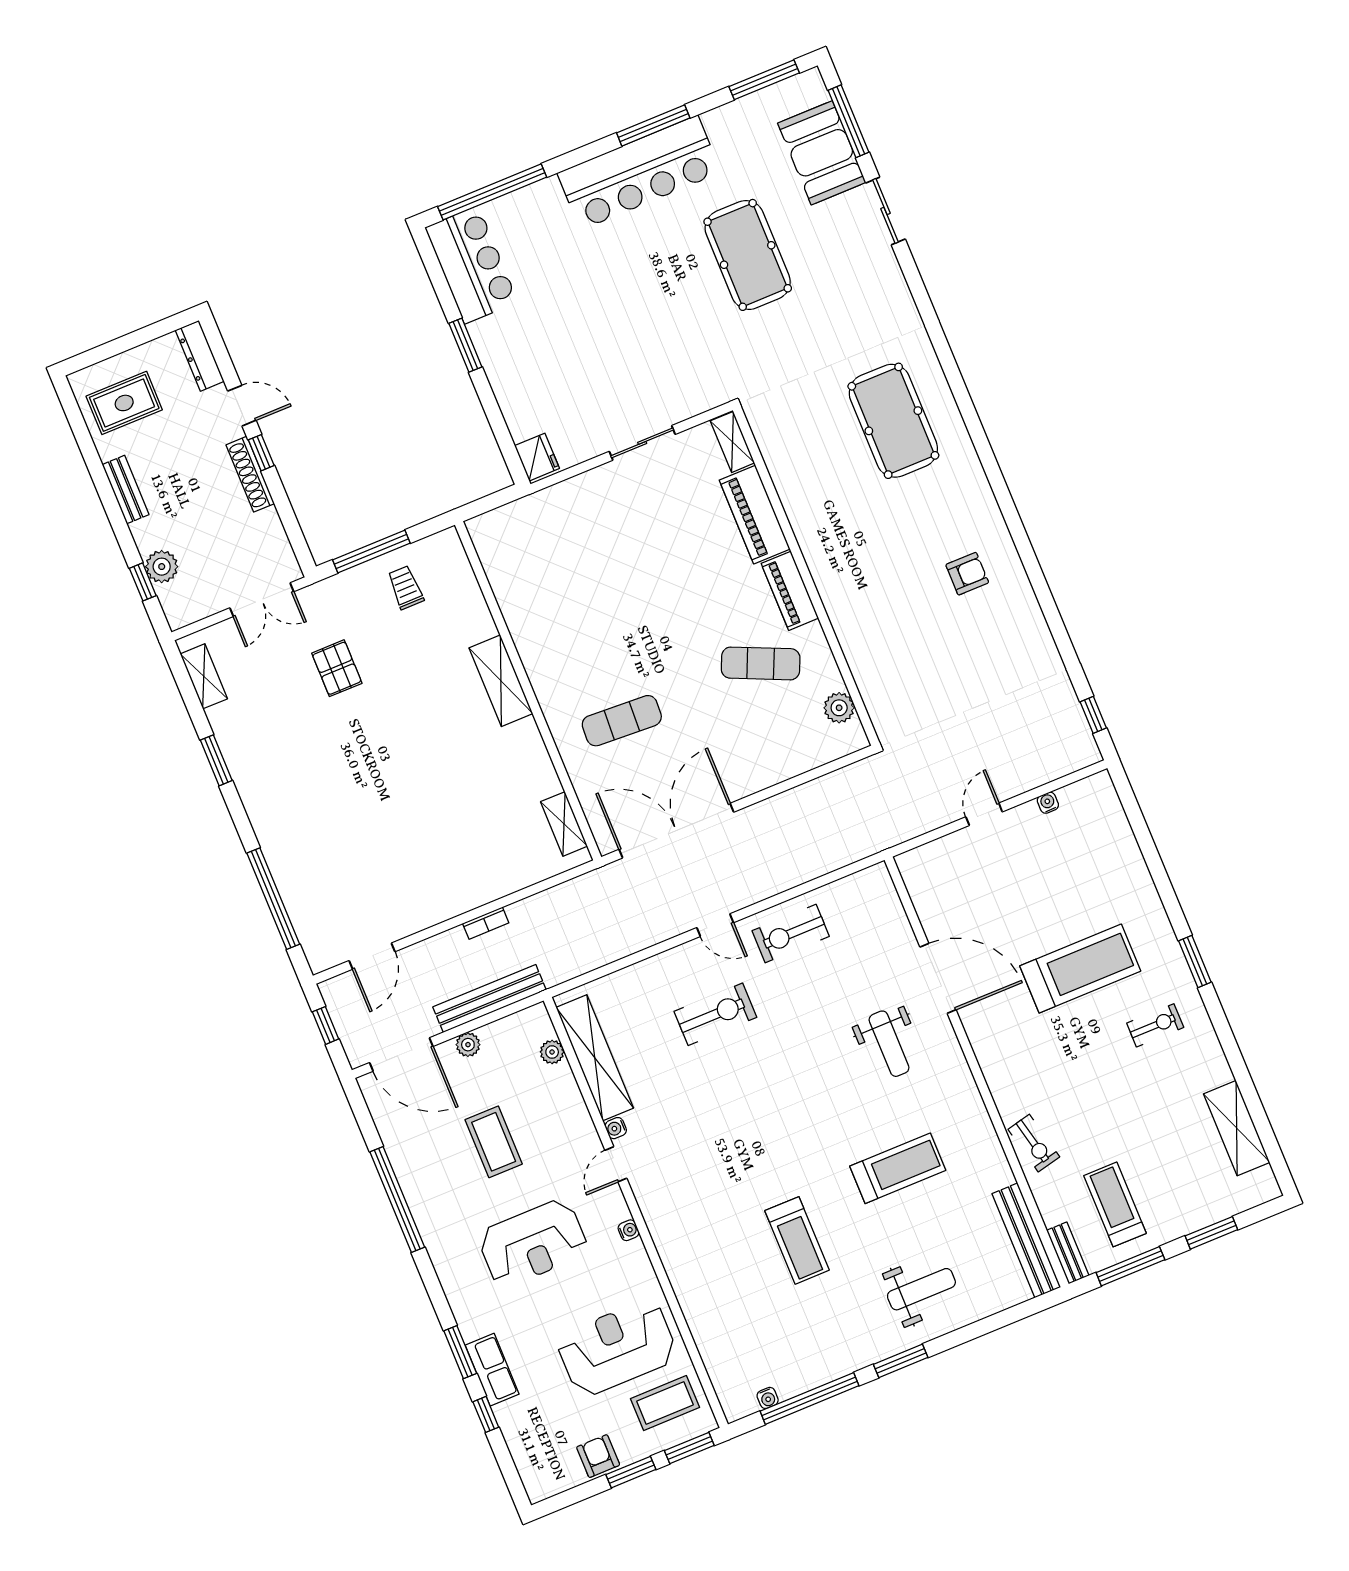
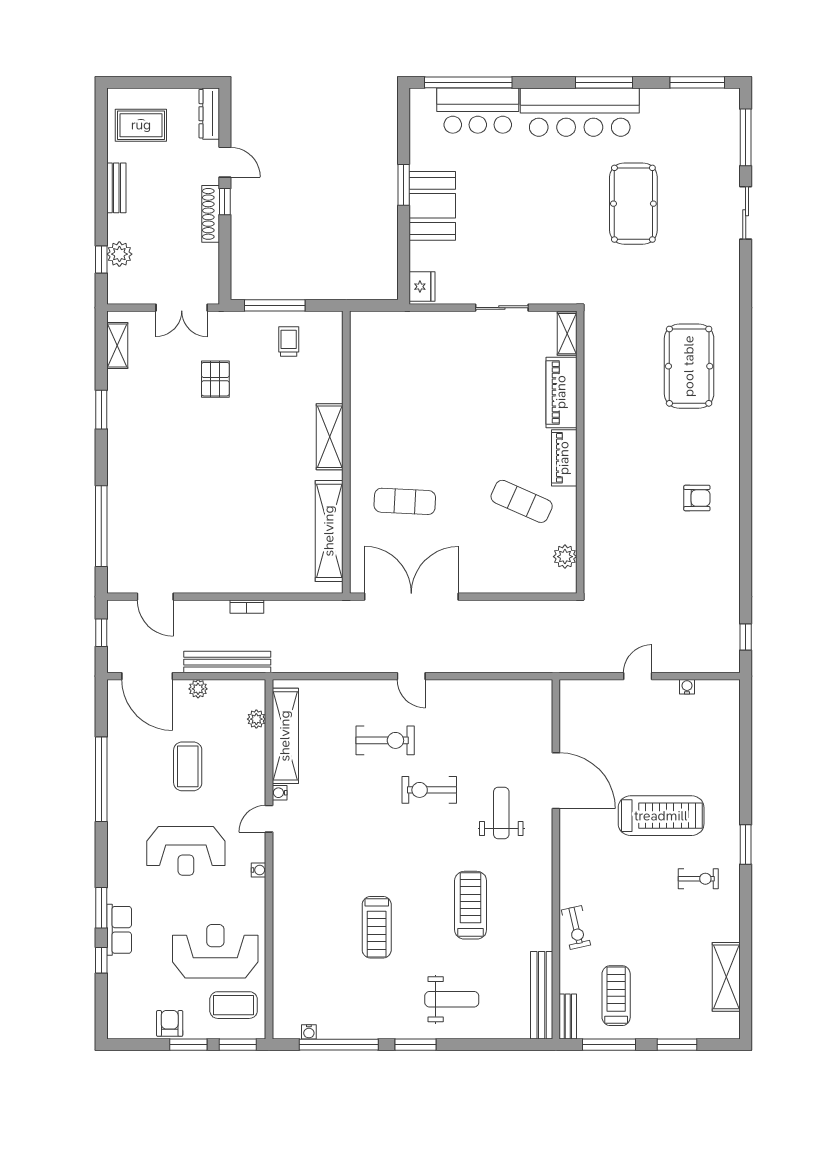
booth: (822, 153) -> (432, 206), moved
bar counter: (471, 265) -> (478, 111), moved, turned 90
shelving: (564, 824) -> (329, 531), width x2.20, depth x1.33
exercise bike: (791, 934) -> (429, 790), moved
door: (372, 956) -> (155, 597), hinge flipped
weight bench: (889, 1044) -> (501, 813), turned 180
treadmill: (898, 1168) -> (471, 905), turned -90

